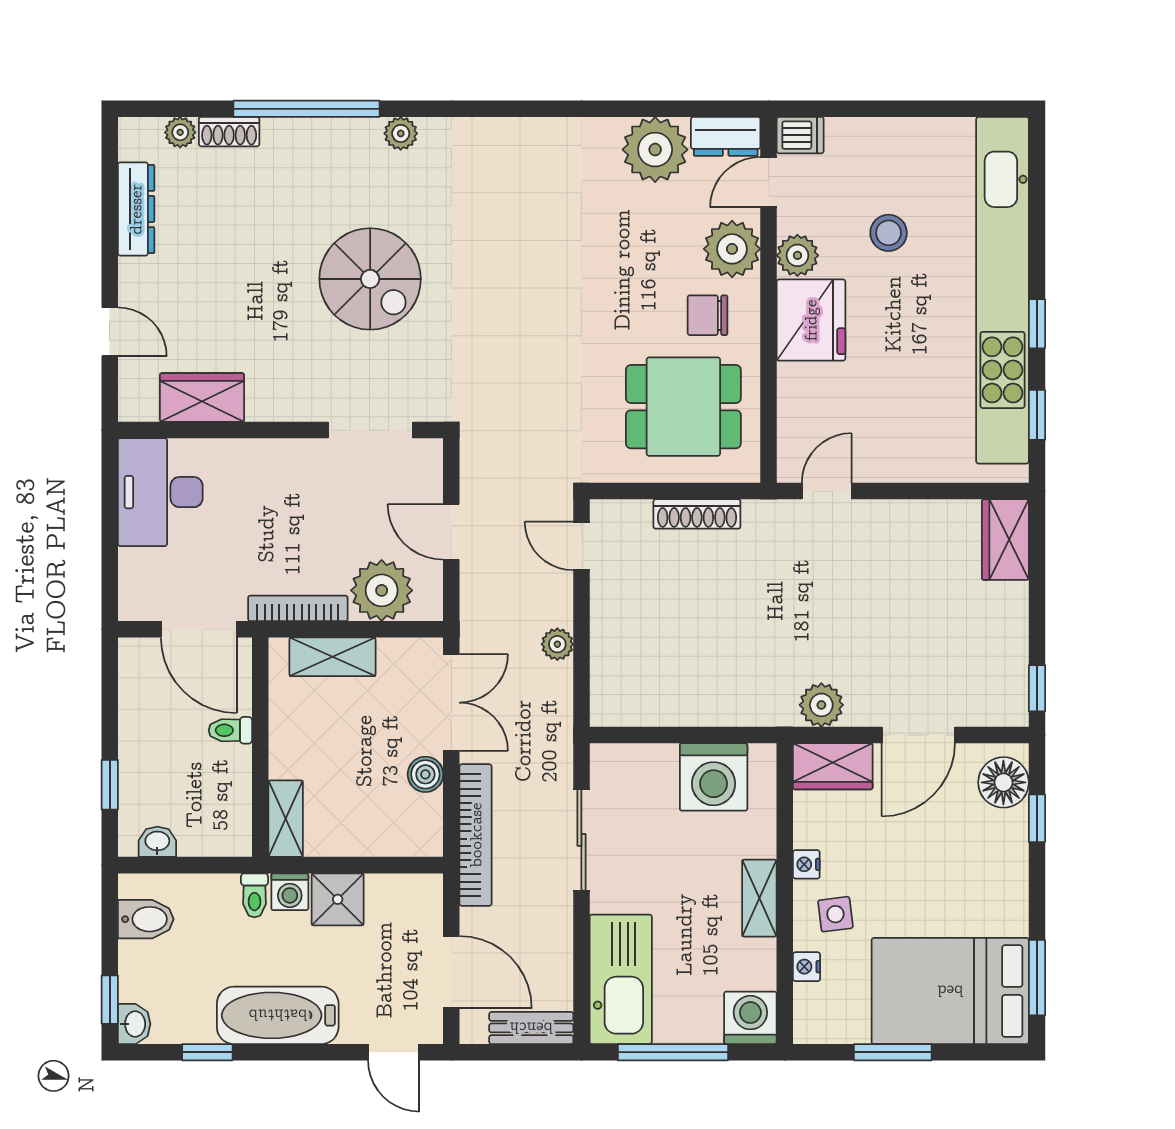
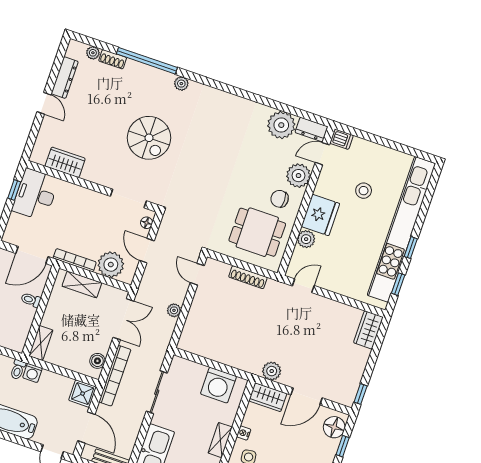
plant: (797, 255) -> (306, 239), moved
door: (110, 332) -> (44, 103), moved
floor lamp: (429, 470) -> (147, 223), added
window: (110, 498) -> (14, 190), added
door: (199, 629) -> (32, 255), hinge flipped
boiler: (425, 774) -> (97, 361), moved
shower: (338, 899) -> (83, 394), moved

